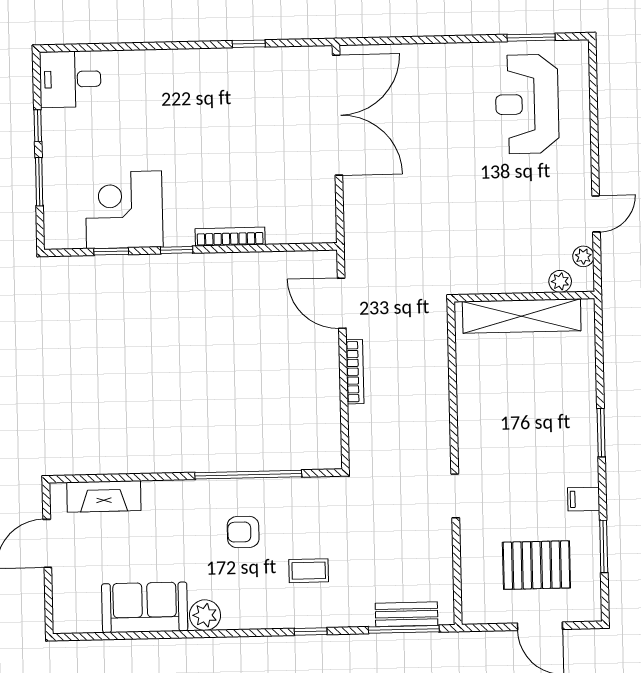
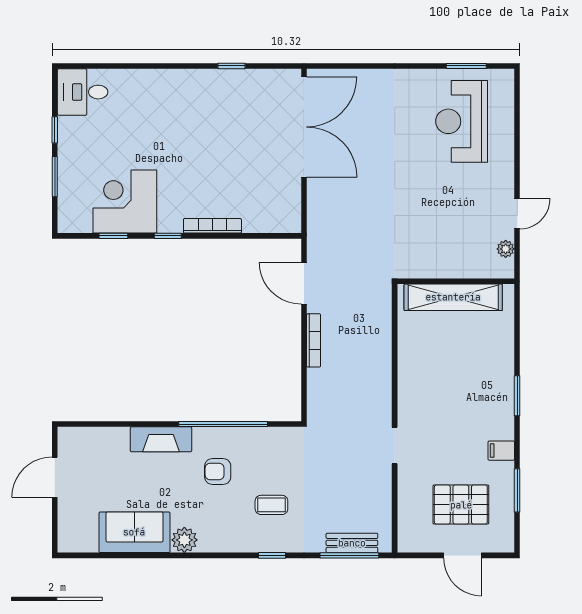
plant: (560, 281) -> (486, 269), removed
fireplace: (104, 496) -> (161, 439), moved

